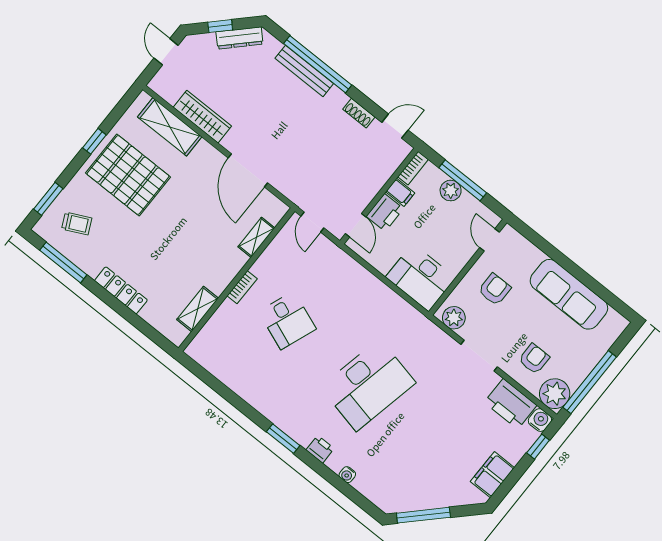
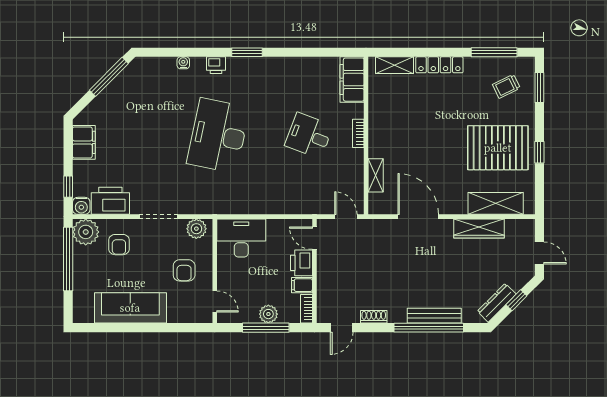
shelving: (198, 309) -> (395, 65), moved, turned 90
filing cabinet: (209, 339) -> (352, 80), added

